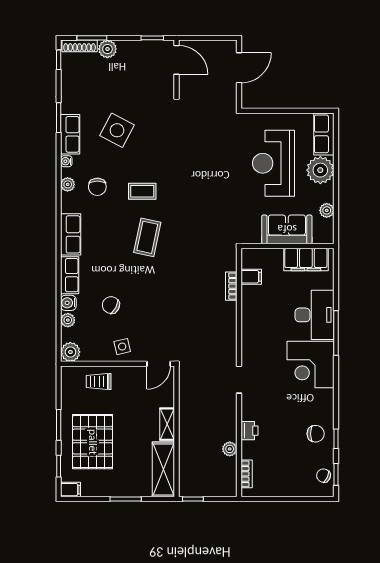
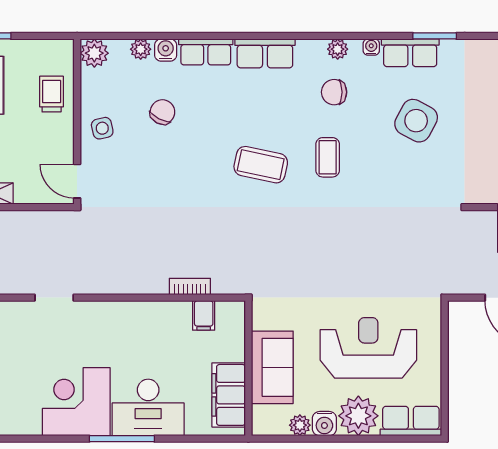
water cooler: (326, 193) -> (324, 424), added

